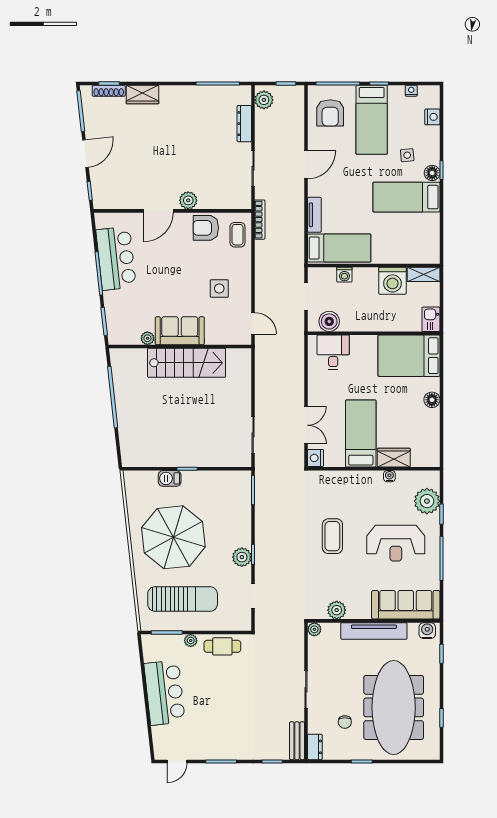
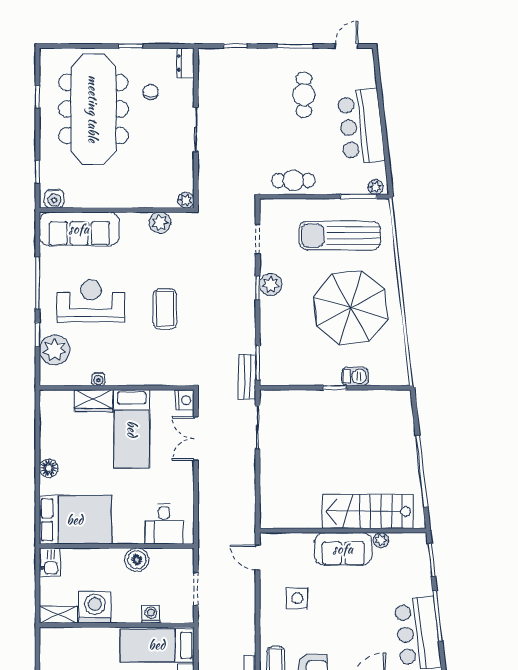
boiler: (329, 321) -> (137, 560), moved
stairs: (187, 363) -> (367, 511), moved
tv unit: (374, 631) -> (116, 198), removed
plant: (191, 641) -> (376, 187), moved
cafe table: (213, 720) -> (304, 95), added
bench: (297, 741) -> (247, 377), moved

